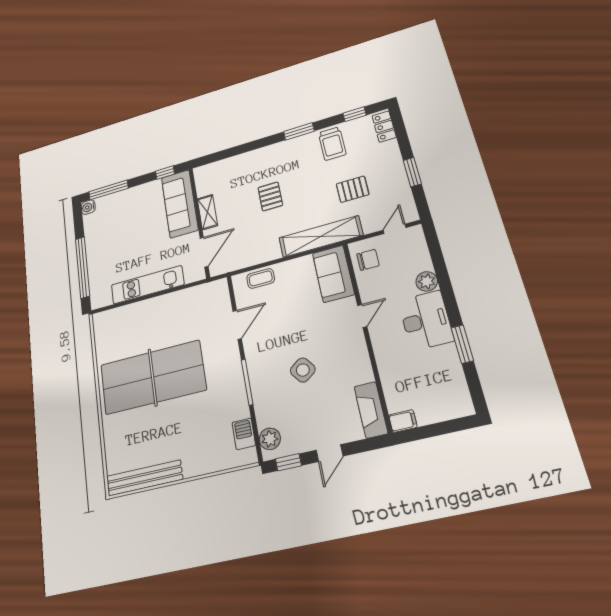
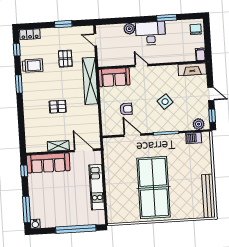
chair: (368, 260) -> (196, 29), moved
coffee table: (261, 278) -> (108, 118), removed
armchair: (281, 305) -> (126, 109), added

